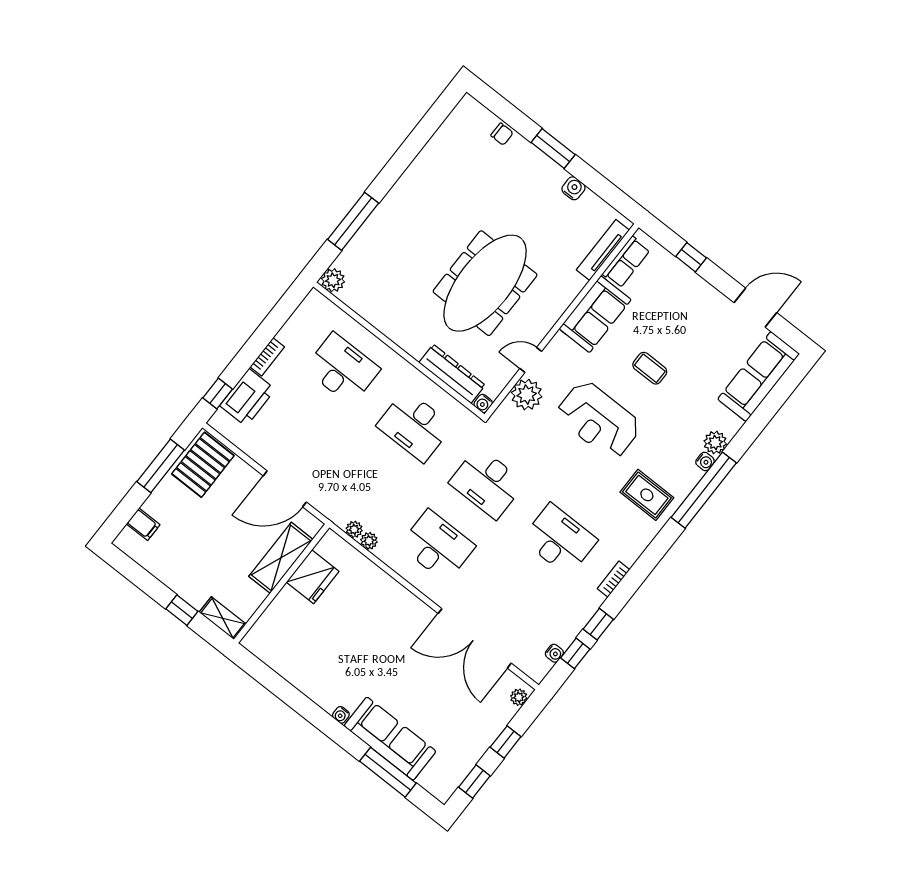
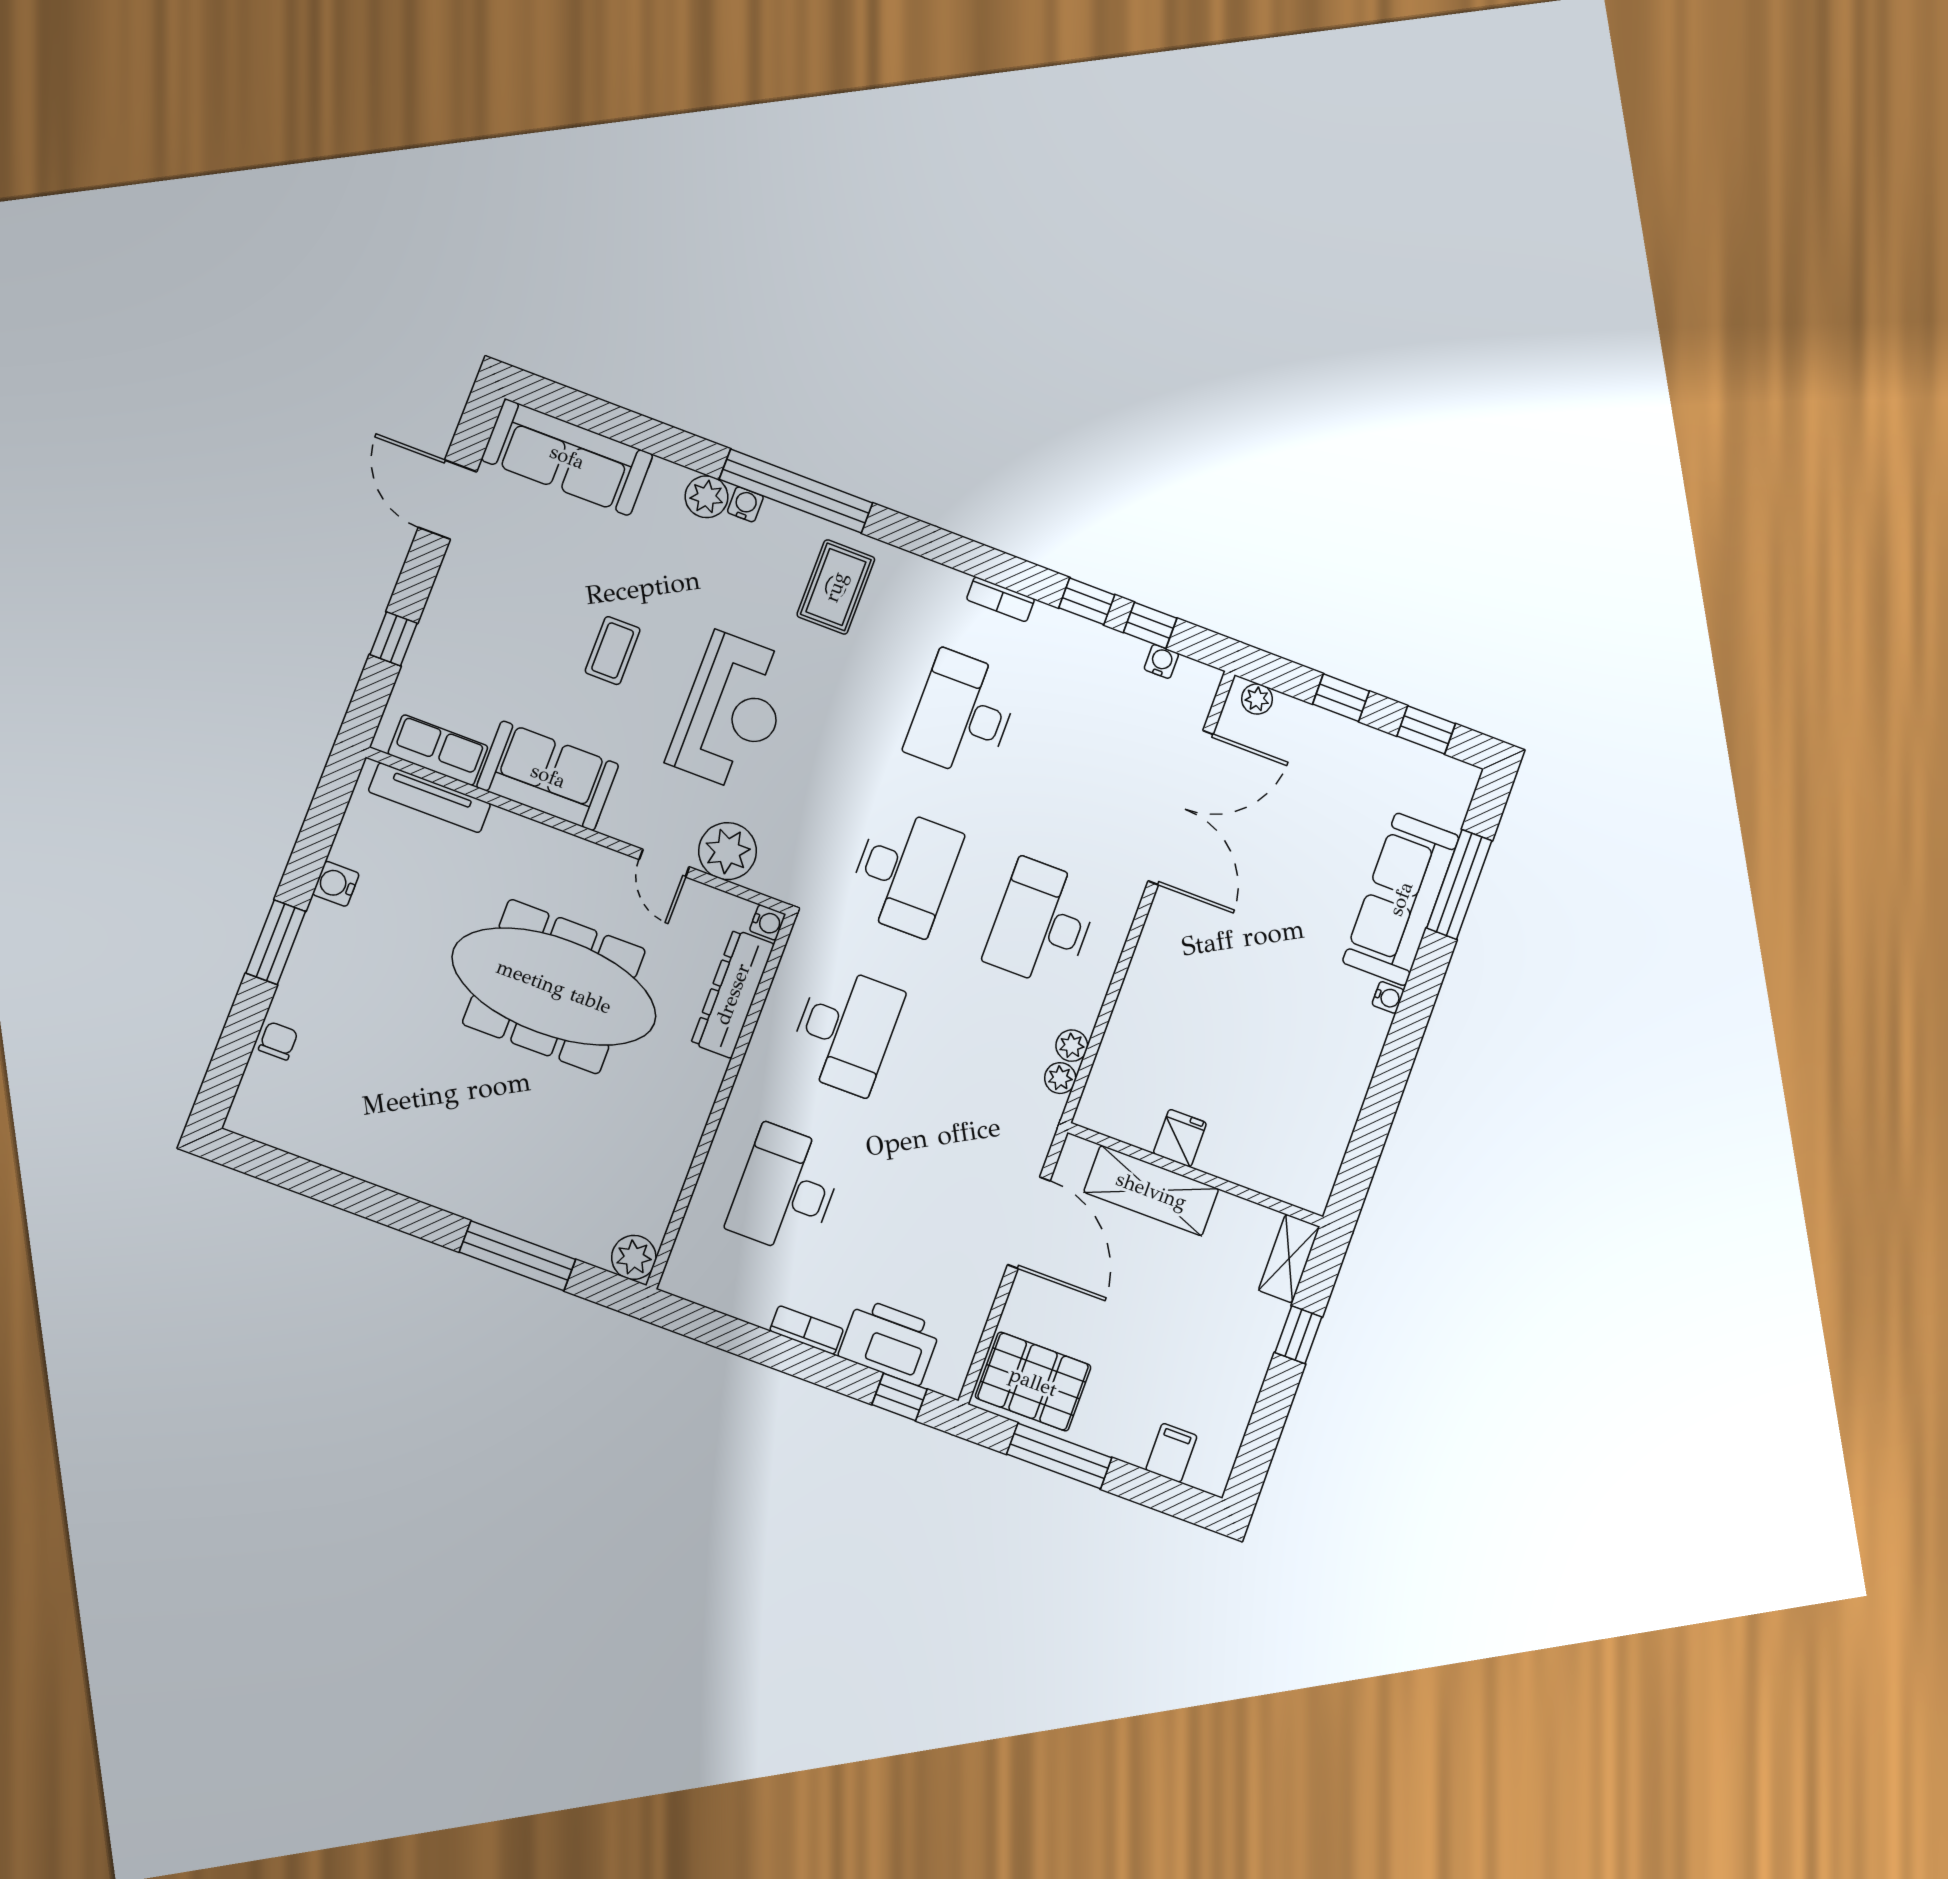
fridge: (313, 577) -> (1180, 1138), width x0.53, depth x0.75

